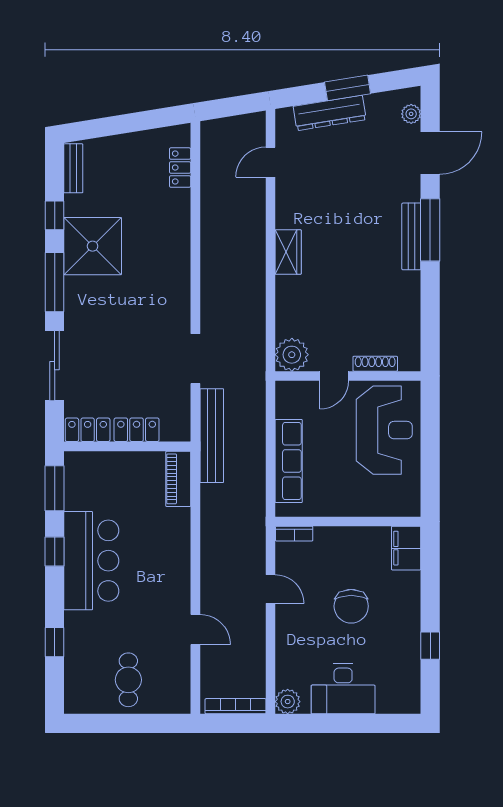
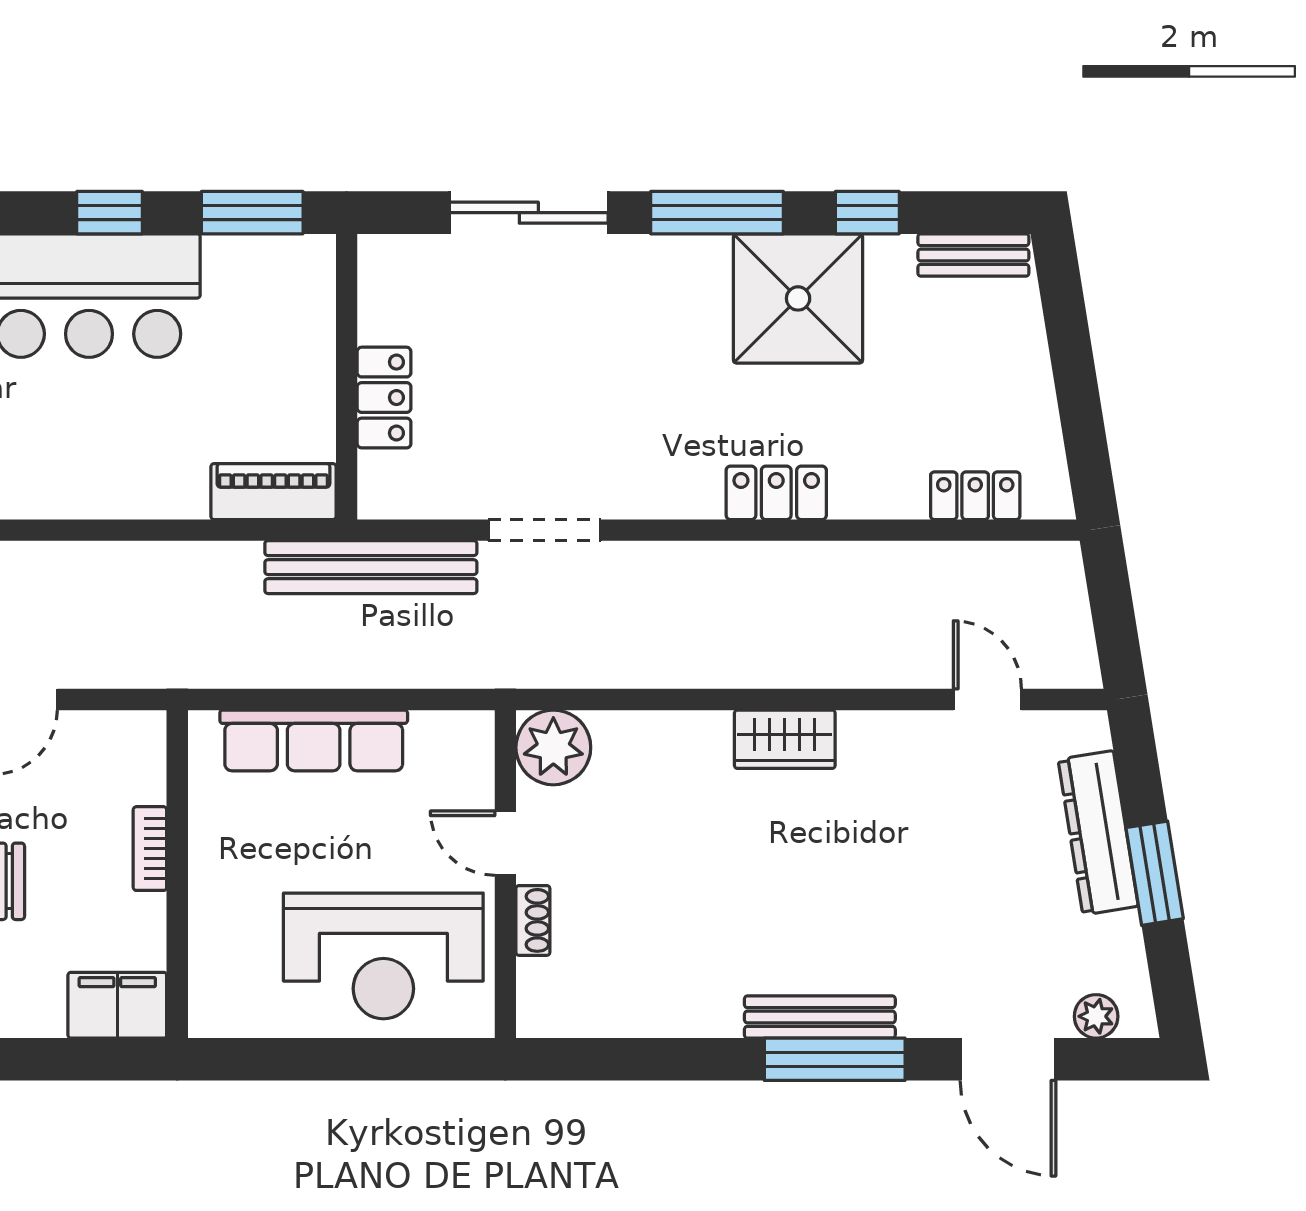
shoe rack: (375, 364) -> (533, 920), width x0.70
locker: (88, 430) -> (776, 493), moved, turned -90
bookcase: (294, 534) -> (150, 849), moved

